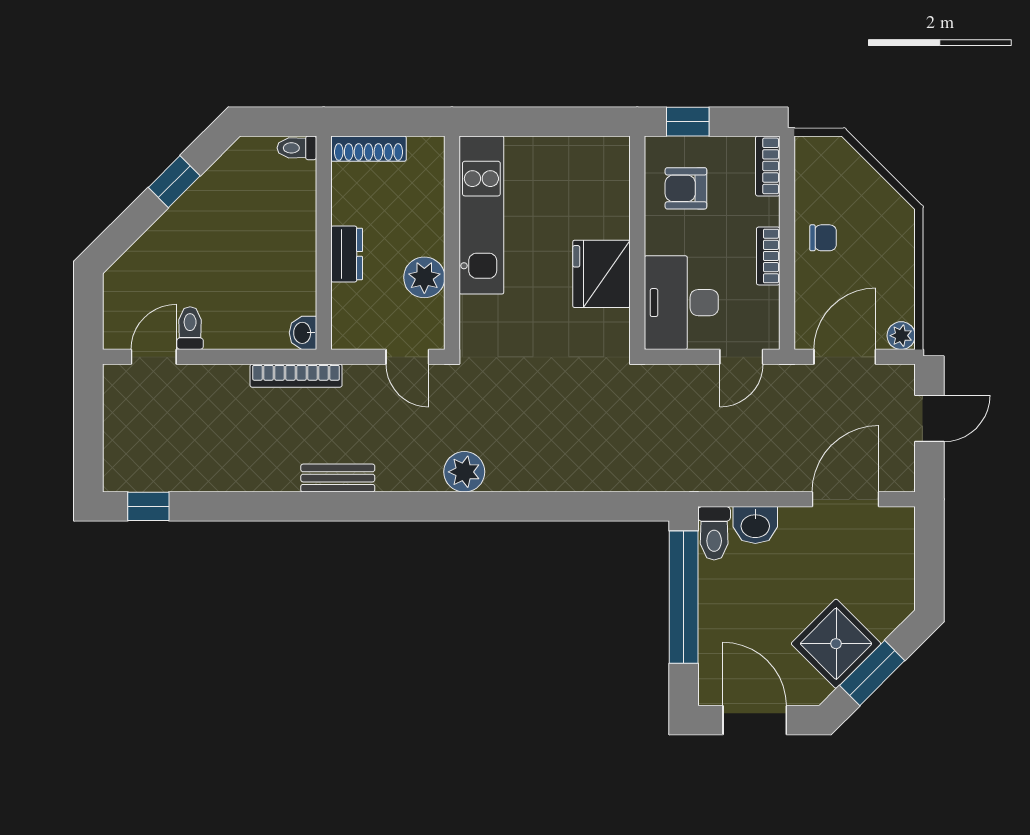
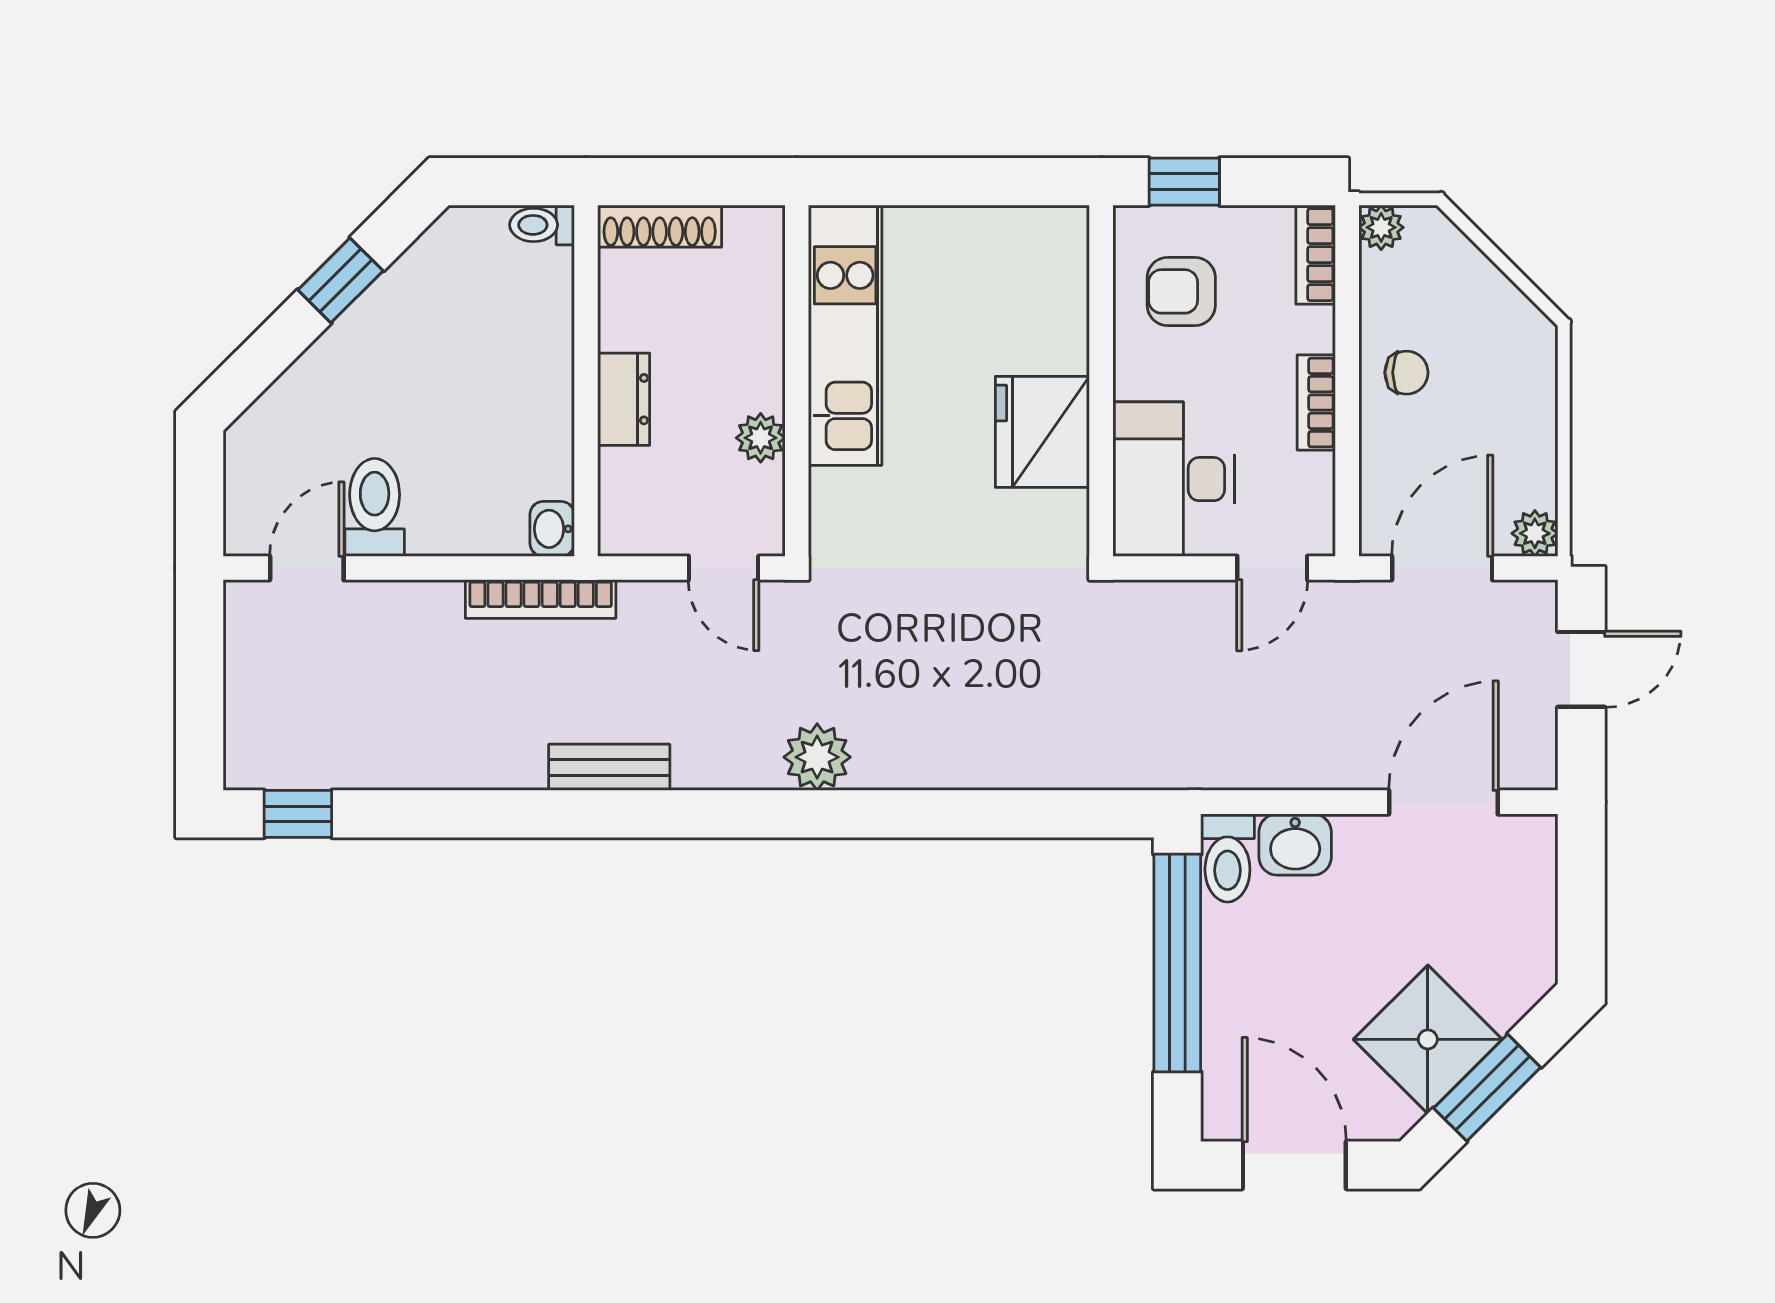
plant: (808, 149) -> (1381, 227), added
plant: (424, 277) -> (761, 438), width x0.73, depth x0.73
toilet: (190, 328) -> (375, 507), width x1.37, depth x1.39

